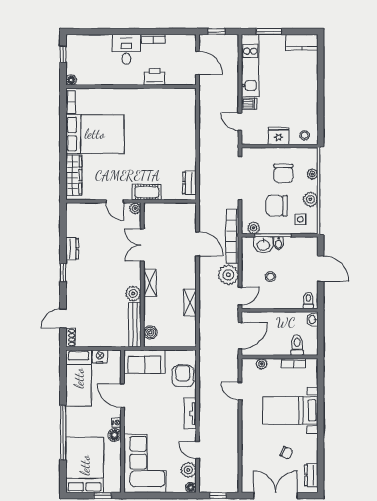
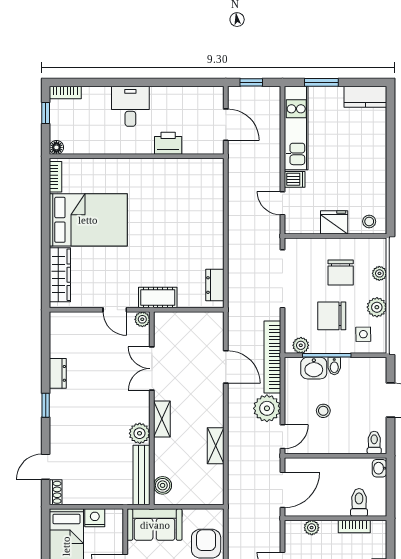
bookcase: (153, 39) -> (65, 93), moved

